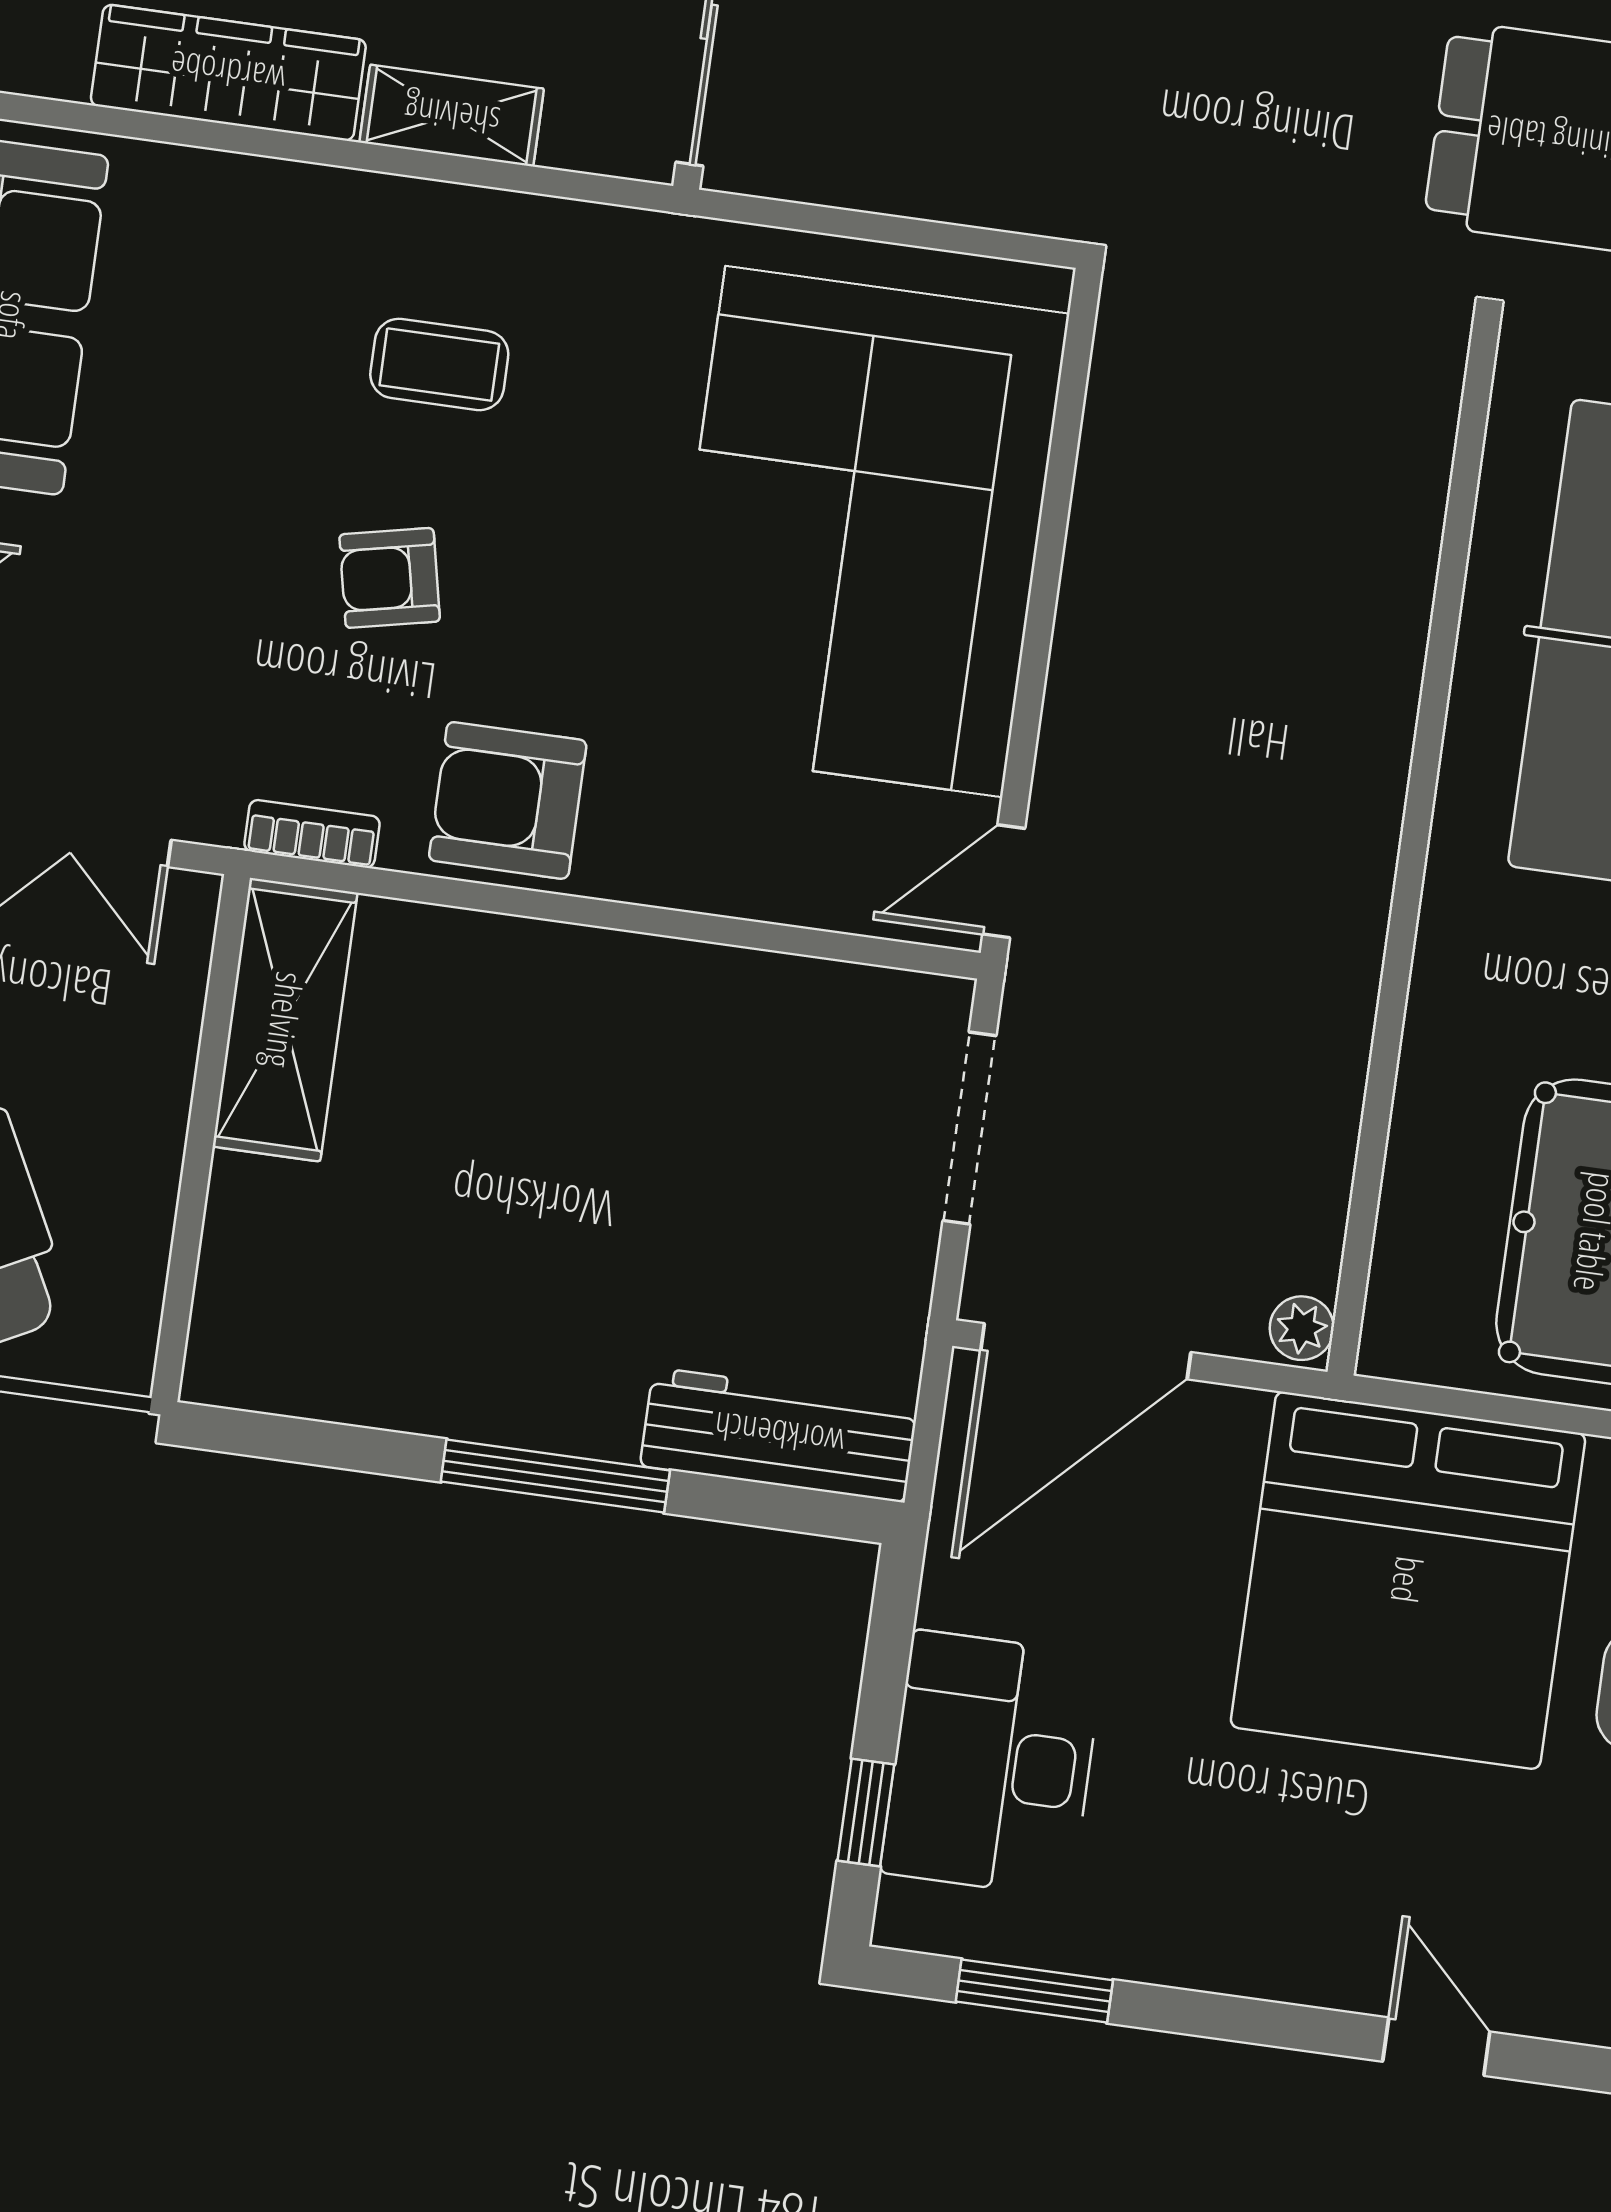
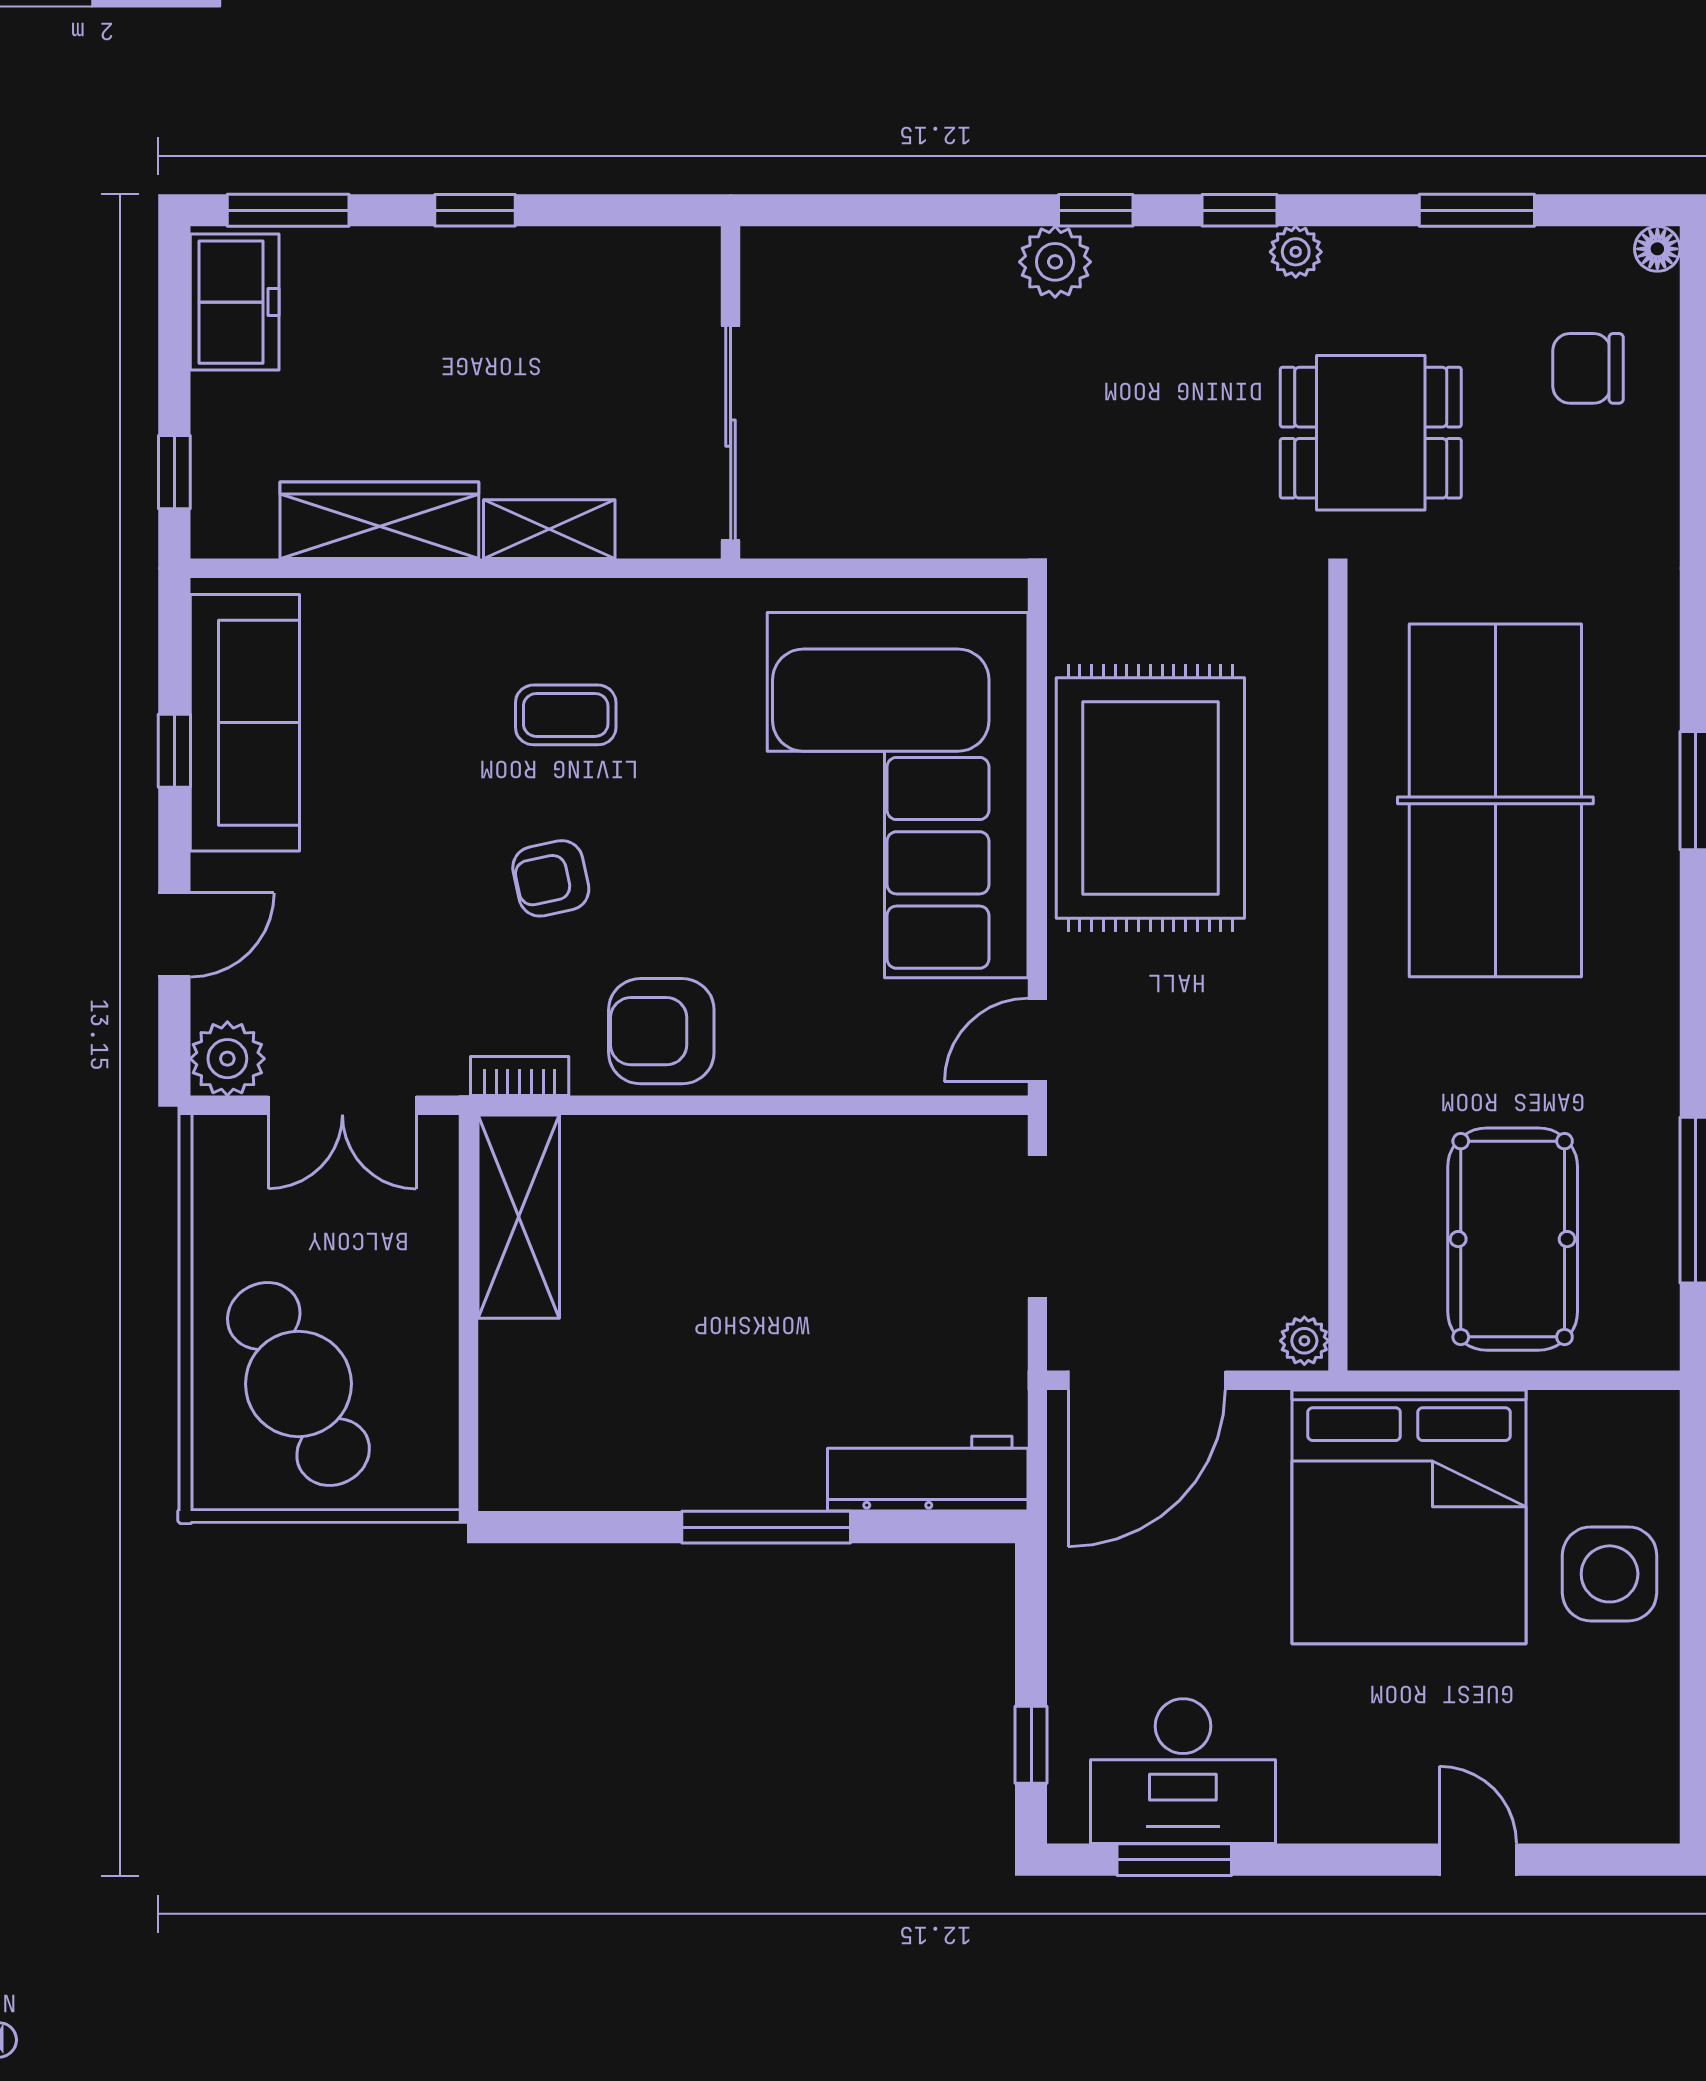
rug: (1198, 582) -> (1150, 798), added
desk: (992, 1764) -> (1183, 1771), moved, turned -90

